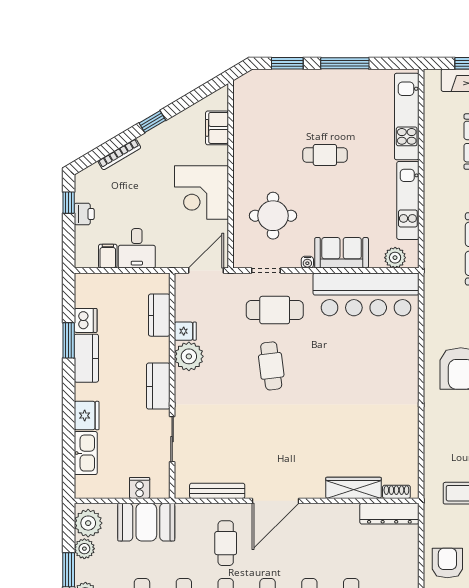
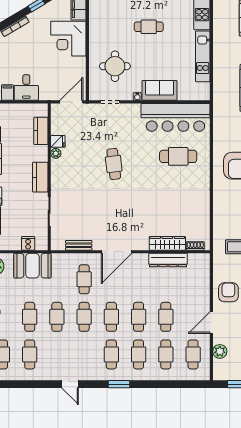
corner desk: (201, 193) -> (68, 39), moved
plant: (395, 258) -> (194, 94), removed
cafe table: (275, 310) -> (178, 156), moved
plant: (189, 356) -> (56, 153), width x0.53, depth x0.53
bench: (217, 491) -> (79, 245), width x0.73
dresser: (389, 514) -> (168, 260), moved

